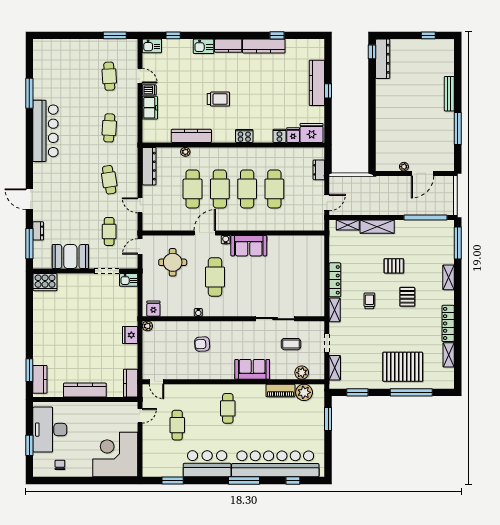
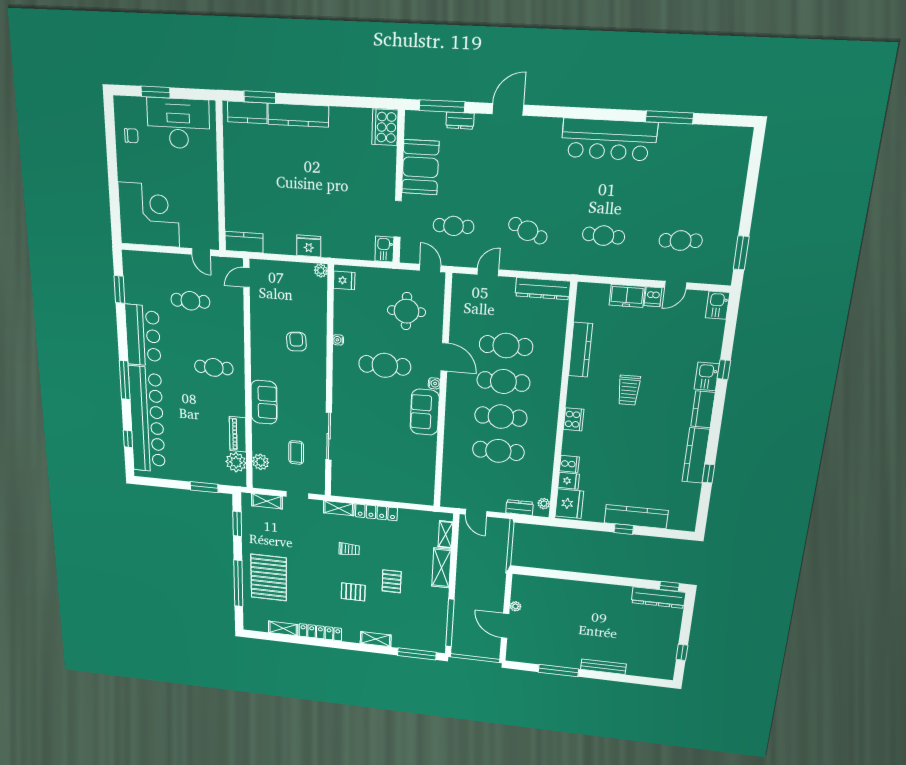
window: (173, 35) -> (724, 370), moved
plant: (185, 152) -> (544, 504), moved
cafe table: (109, 180) -> (528, 231), turned 33
kitchen counter: (85, 390) -> (298, 115), moved, turned 90

